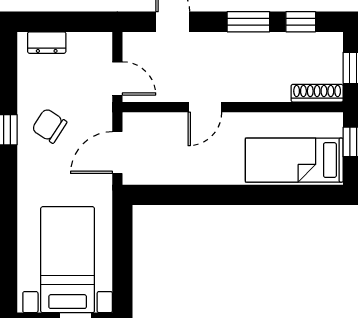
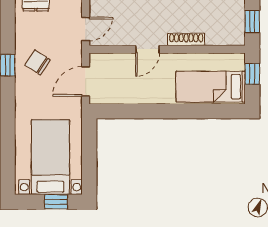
door: (117, 78) -> (86, 29), hinge flipped
shoe rack: (317, 93) -> (186, 39), moved

